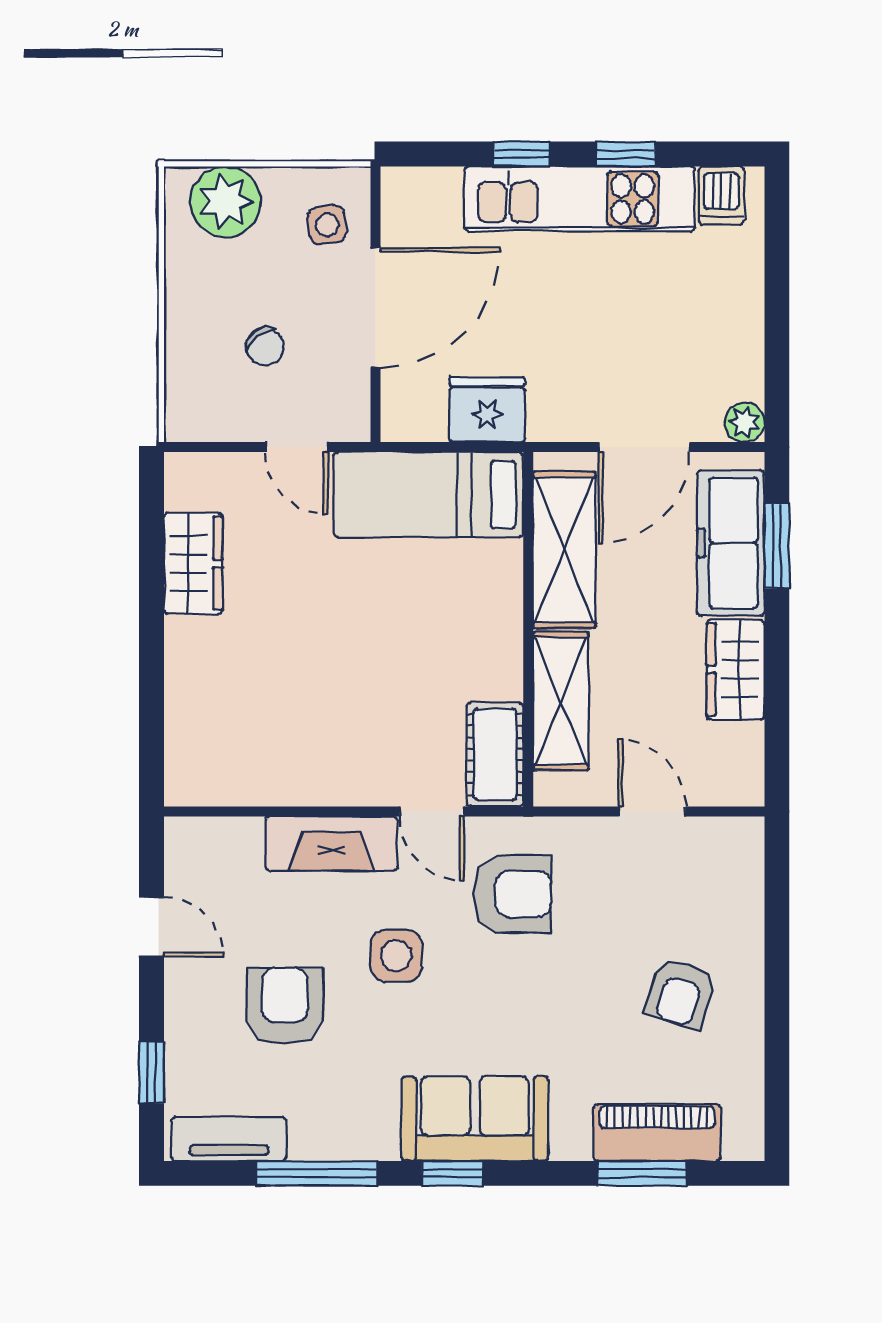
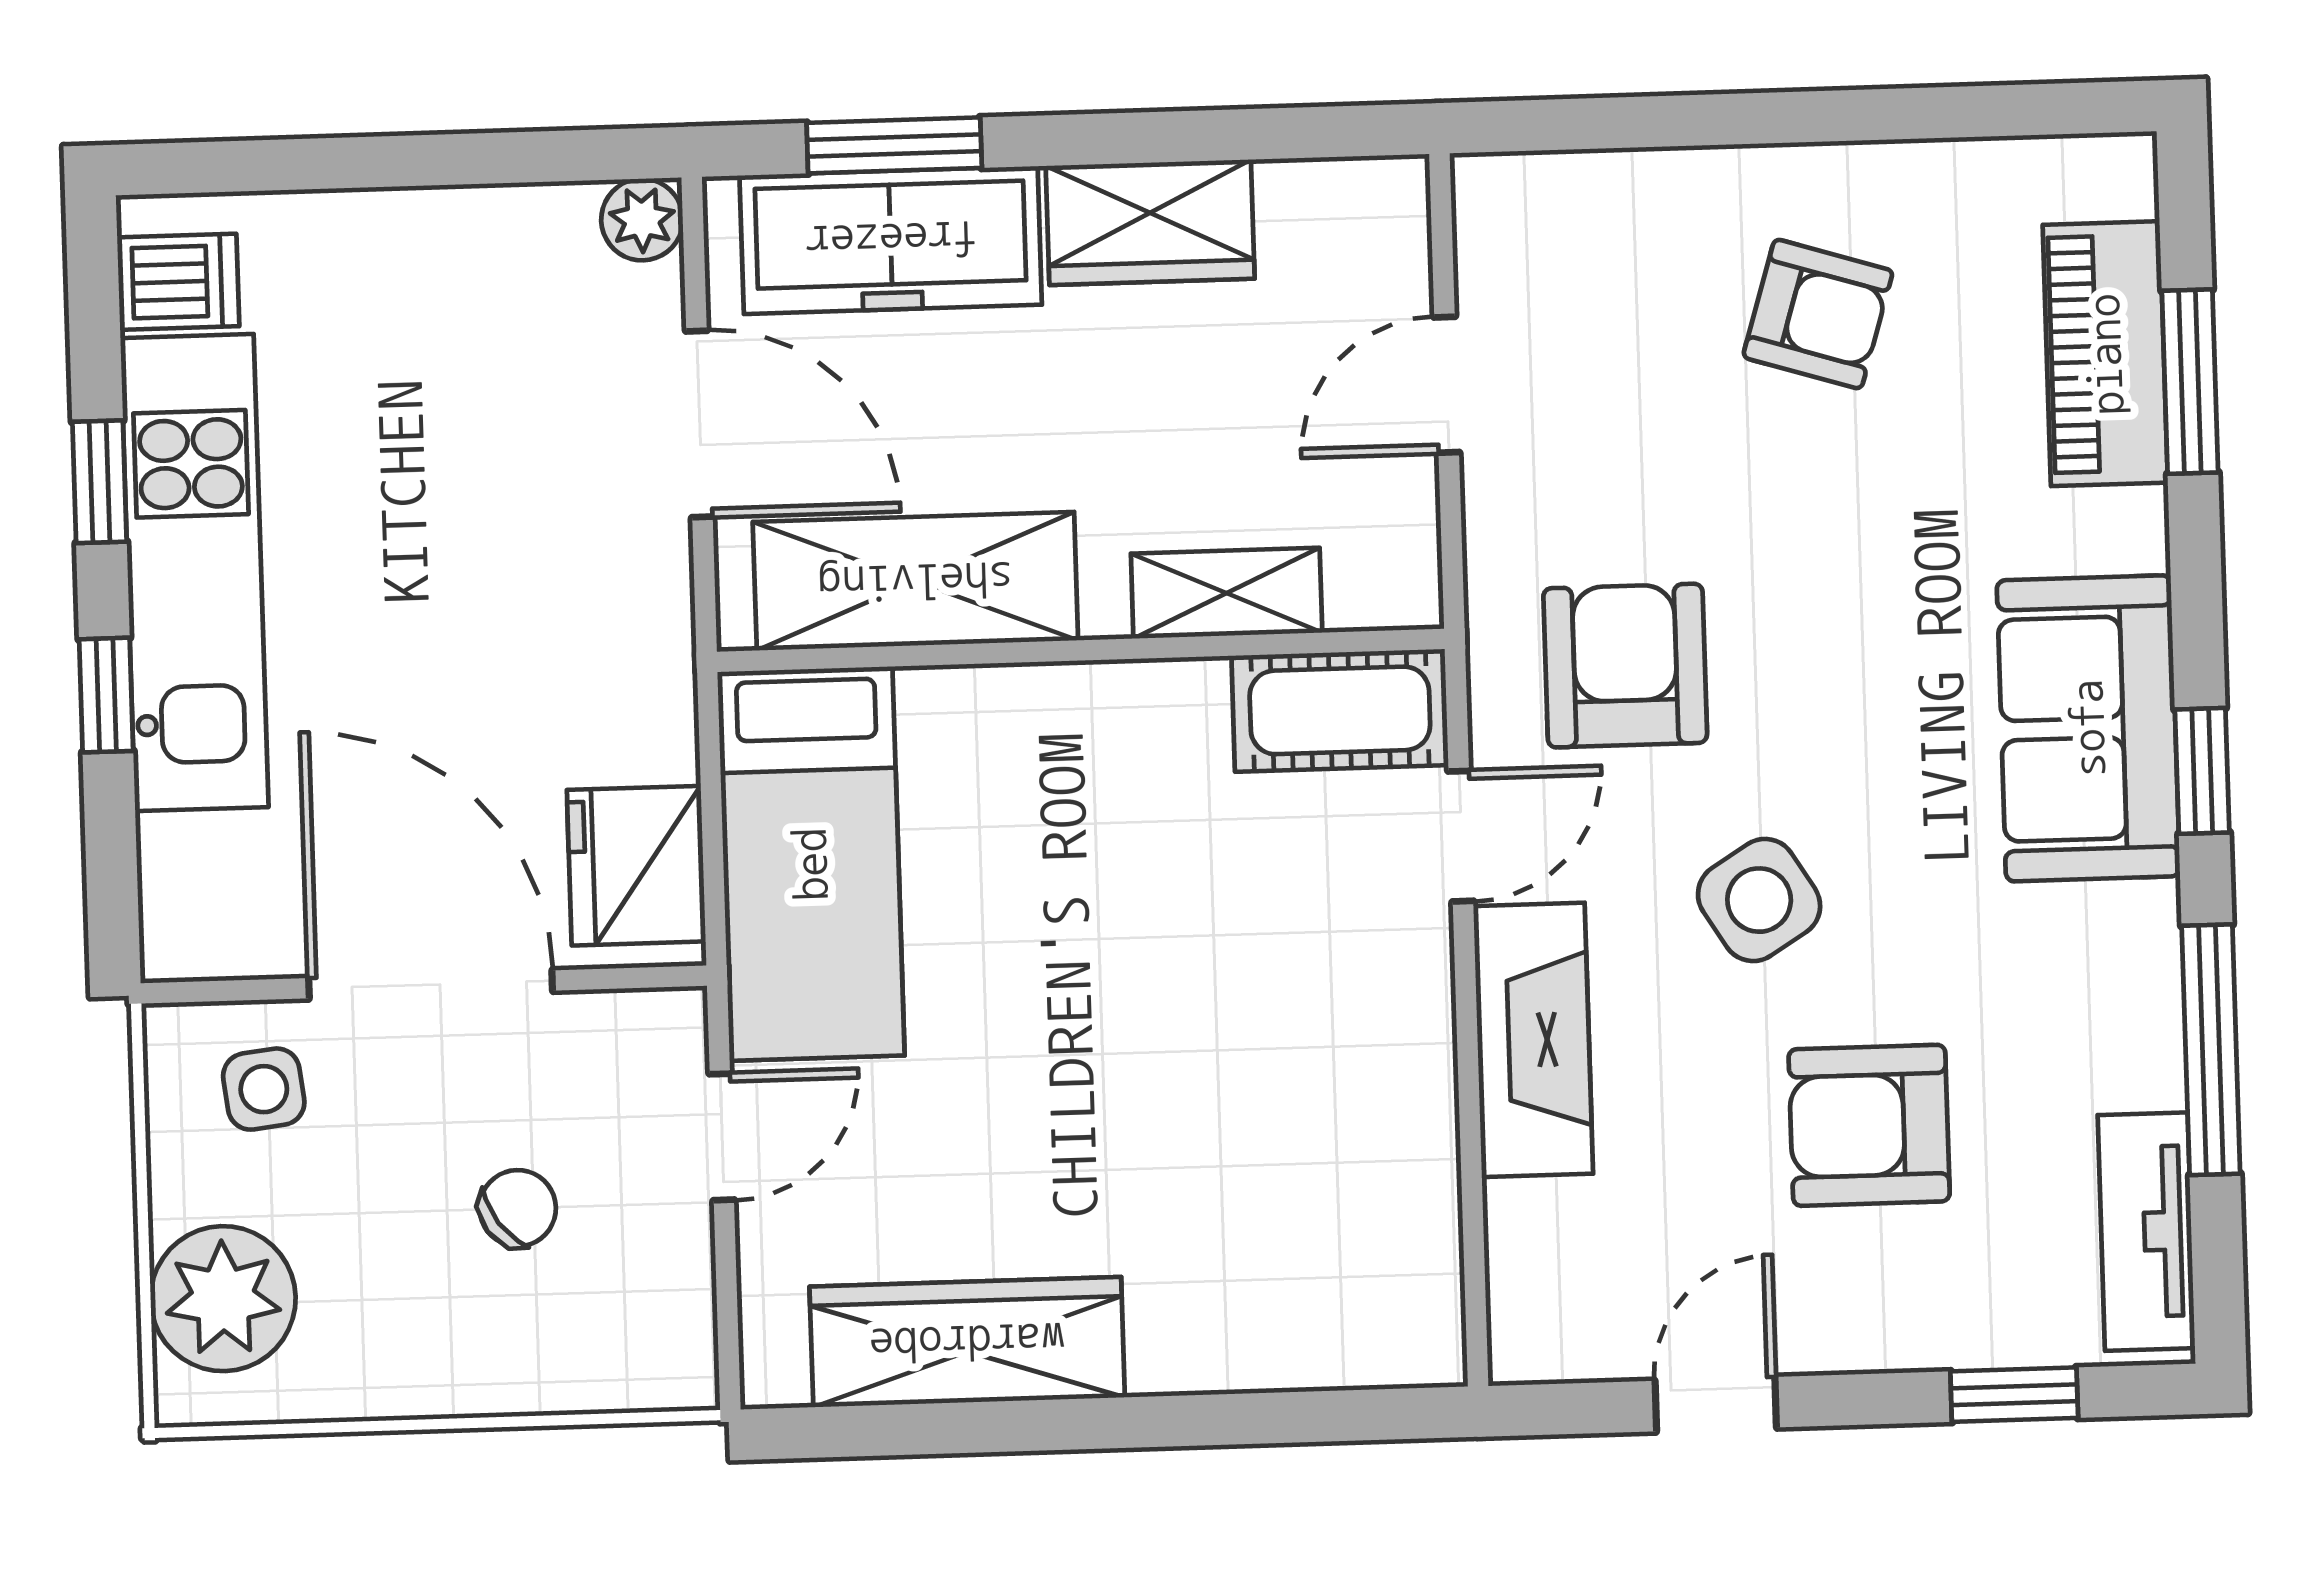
fridge: (487, 409) -> (636, 866), moved
wardrobe: (193, 563) -> (967, 1342), width x1.50
shelving: (561, 701) -> (1227, 593), width x0.67, depth x0.75
side table: (396, 956) -> (1759, 900), turned -32

